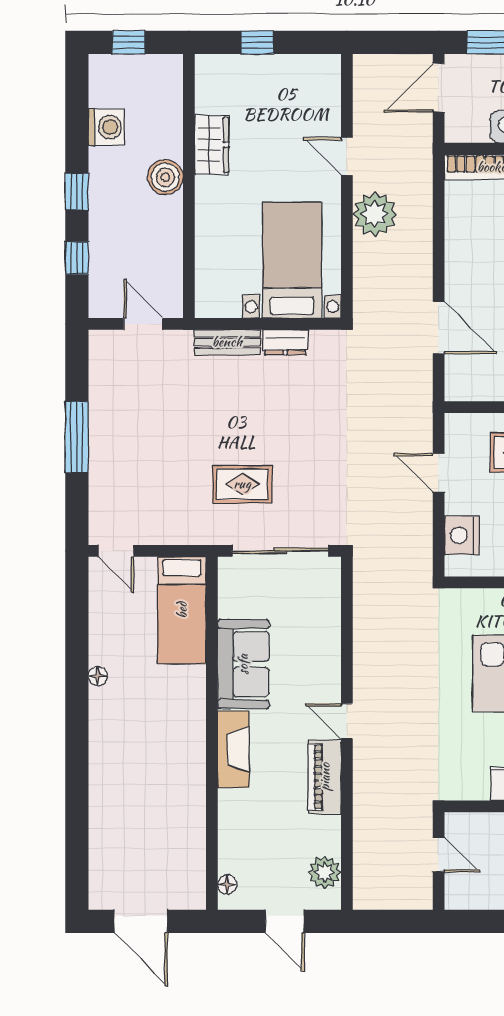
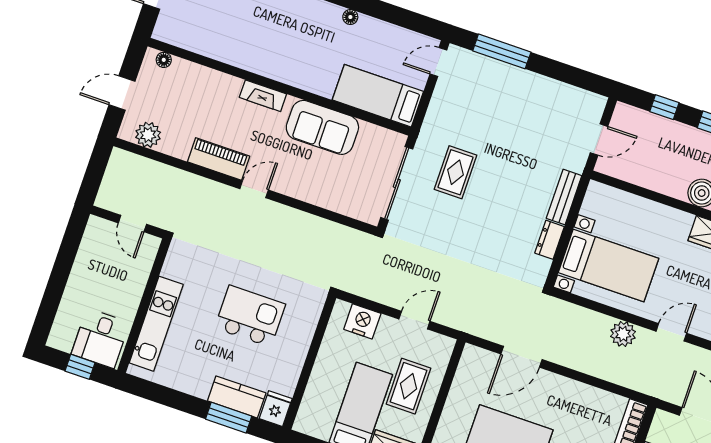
plant: (375, 214) -> (623, 334), width x0.73, depth x0.73
window: (77, 437) -> (502, 51), moved
fireplace: (233, 749) -> (263, 96), width x0.73, depth x0.76
door: (439, 855) -> (132, 224), hinge flipped

